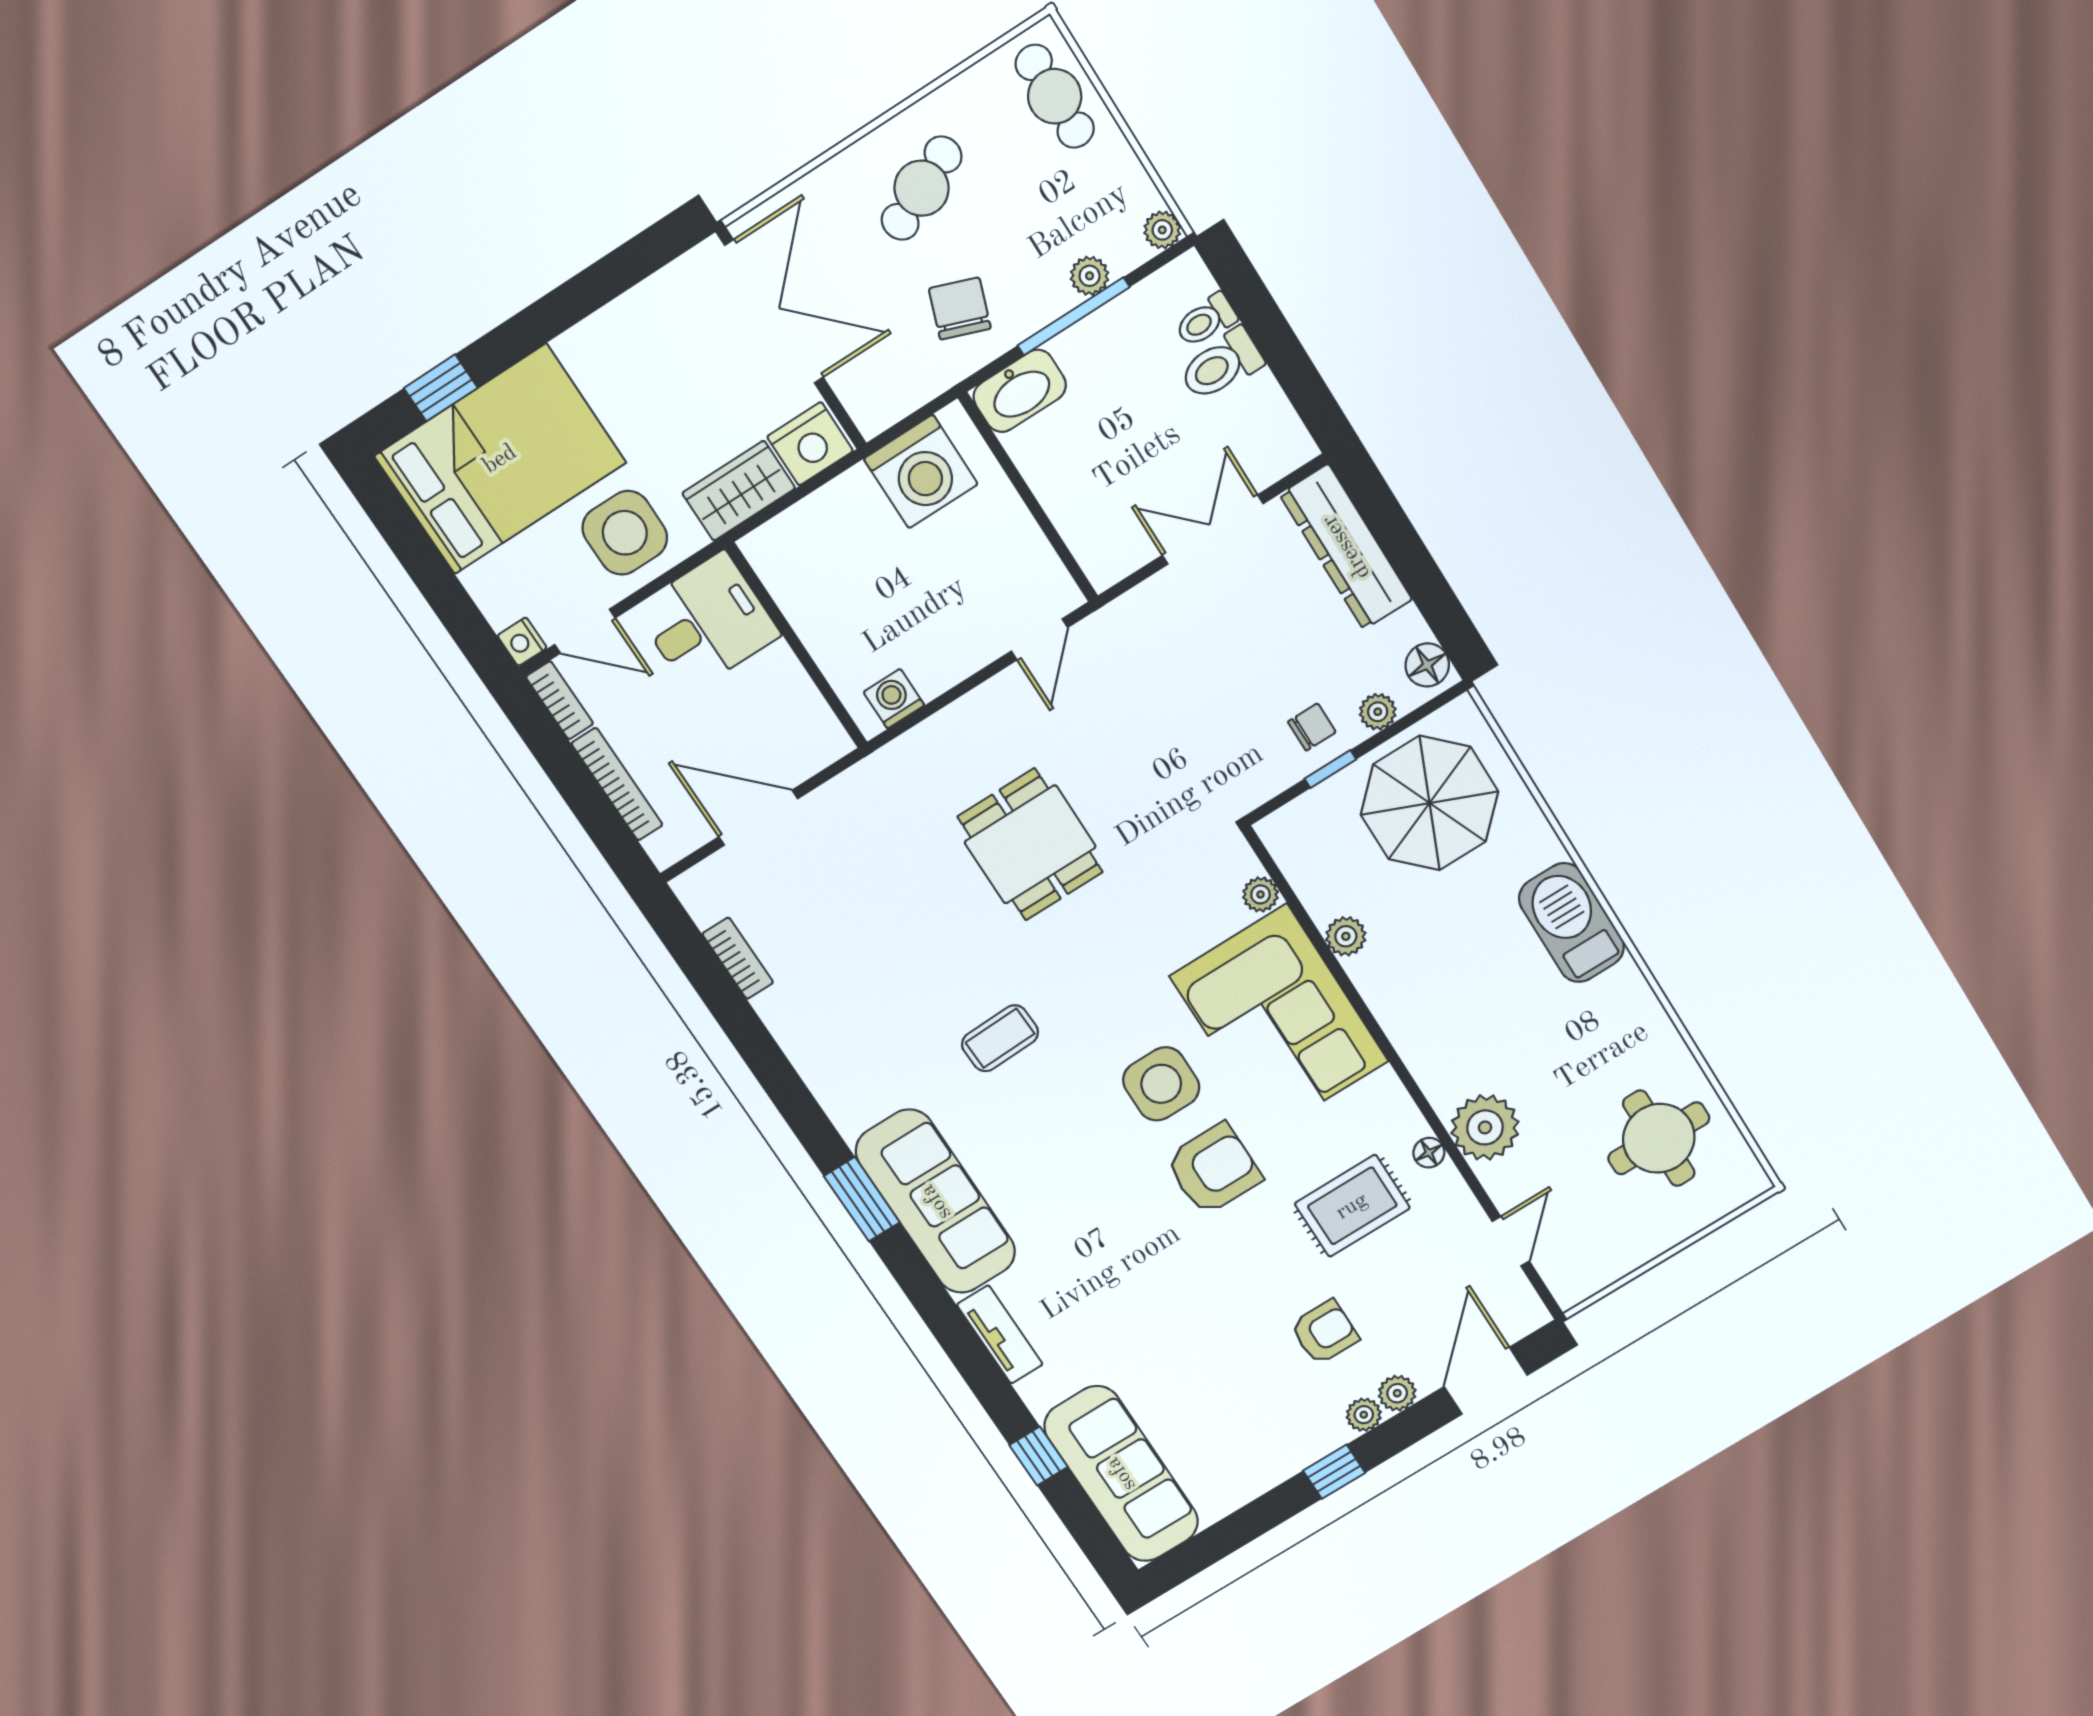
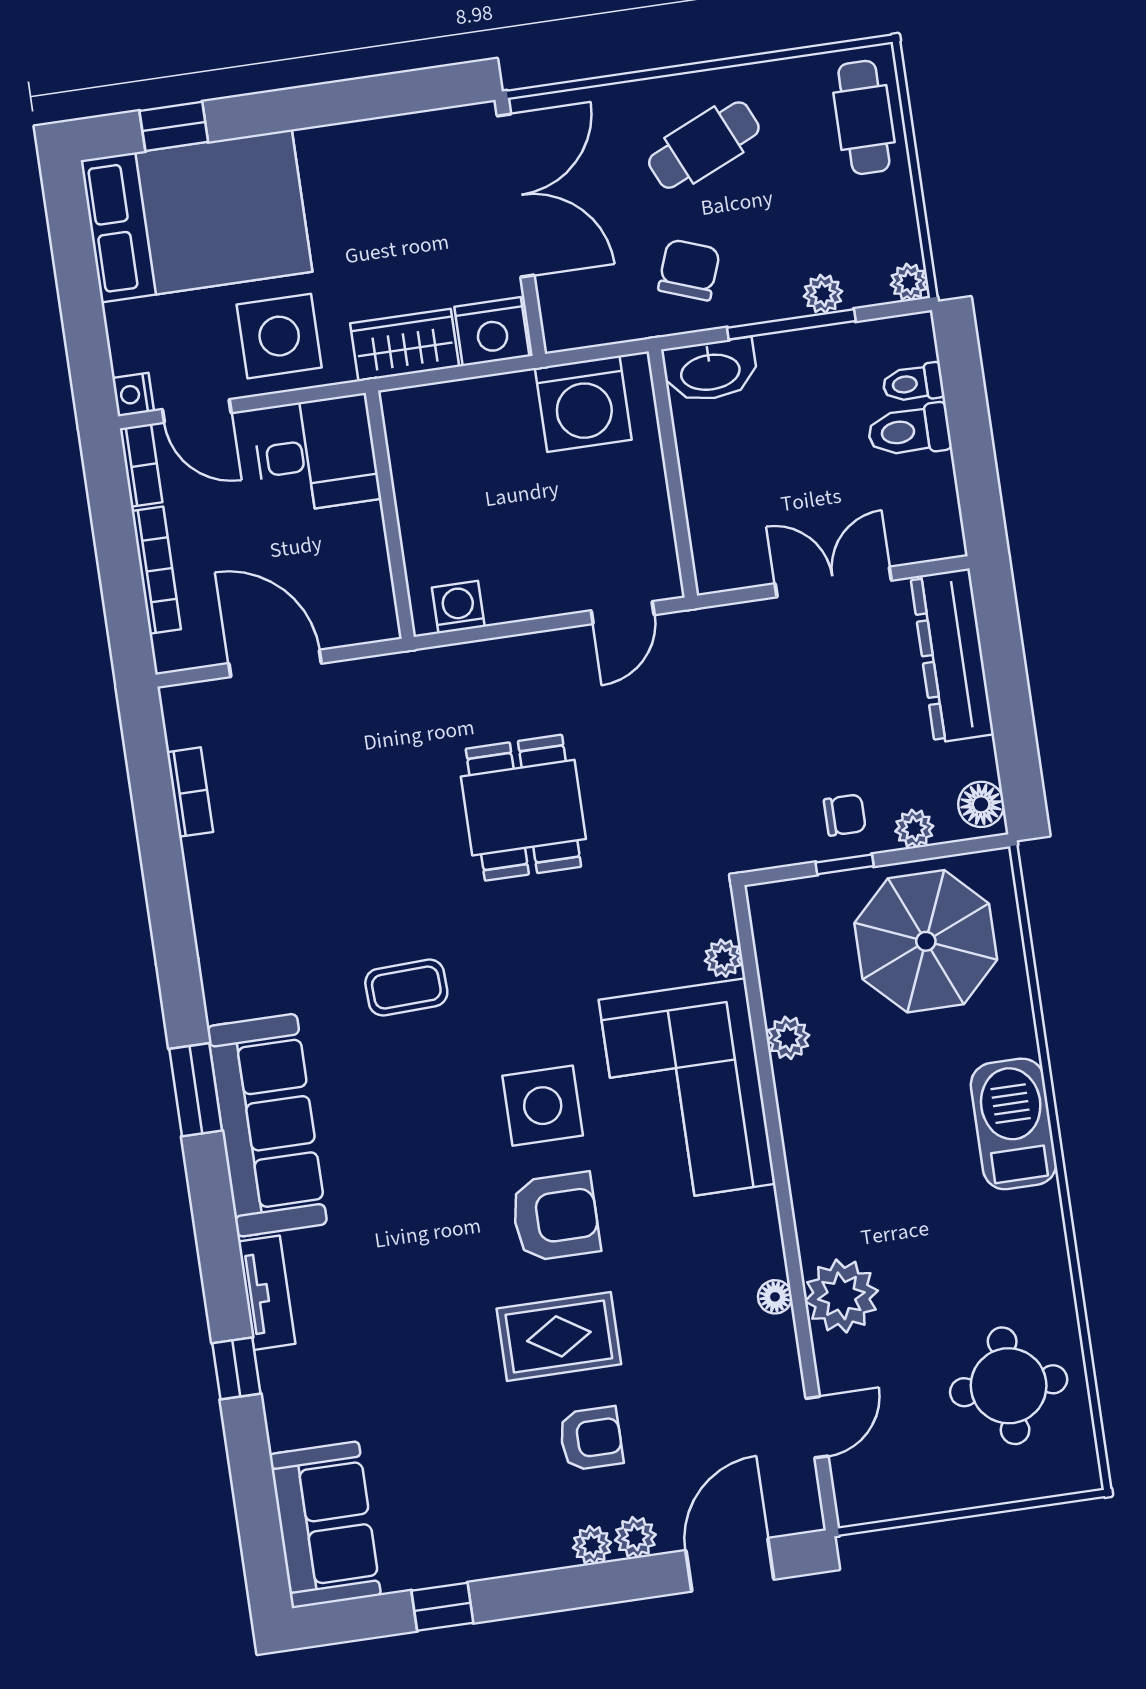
rug: (1352, 1206) -> (559, 1336), moved
window: (1039, 1456) -> (236, 1368), moved
window: (1334, 1472) -> (442, 1607), moved
sofa: (1121, 1474) -> (325, 1525), width x0.73

